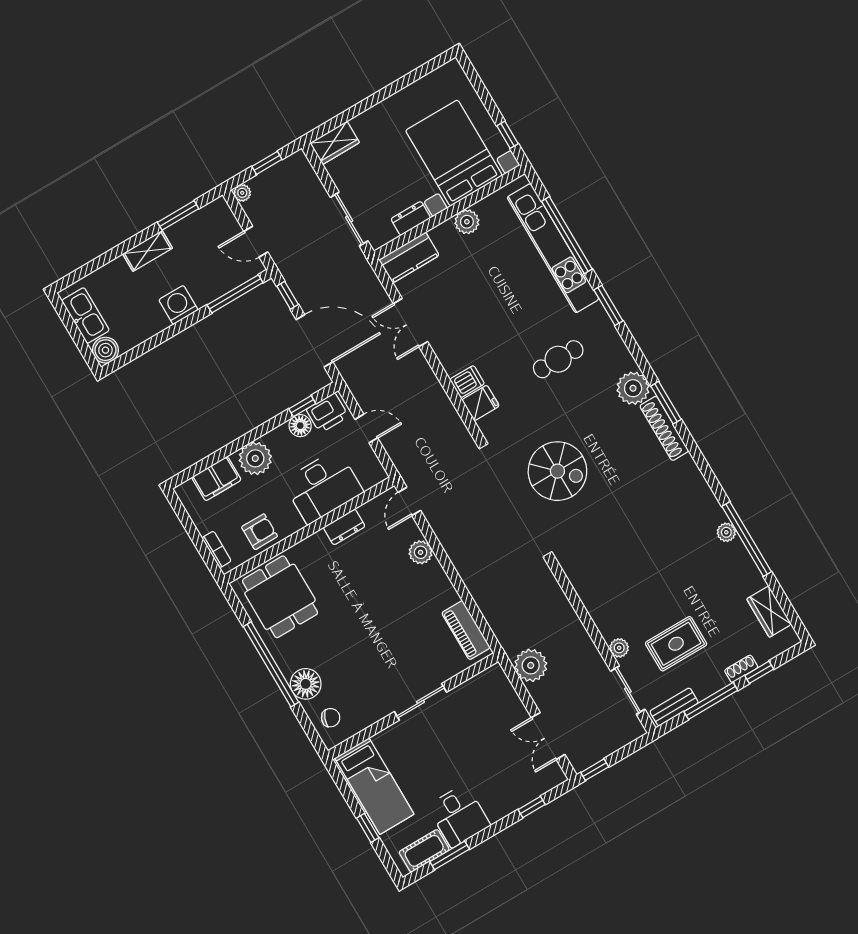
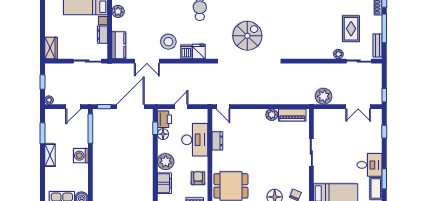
stool: (466, 340) -> (168, 42), added
plant: (421, 552) -> (272, 115), moved

